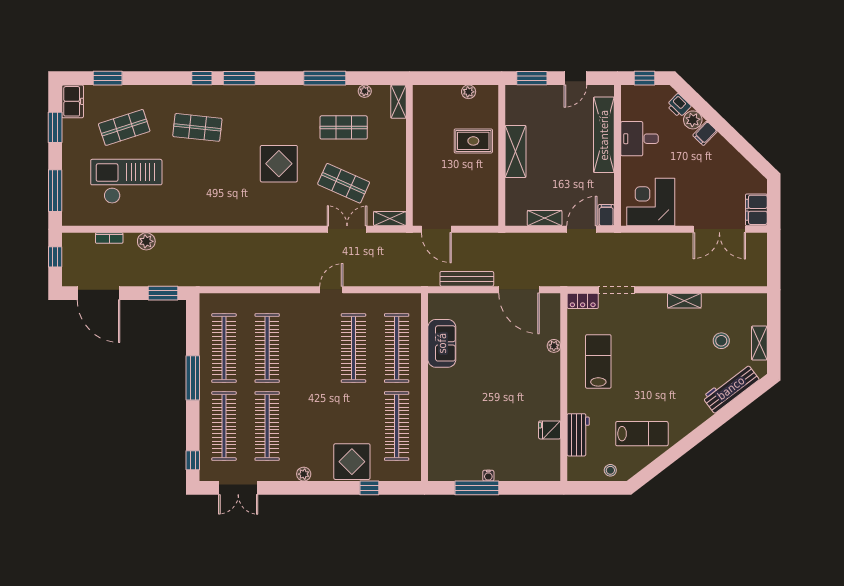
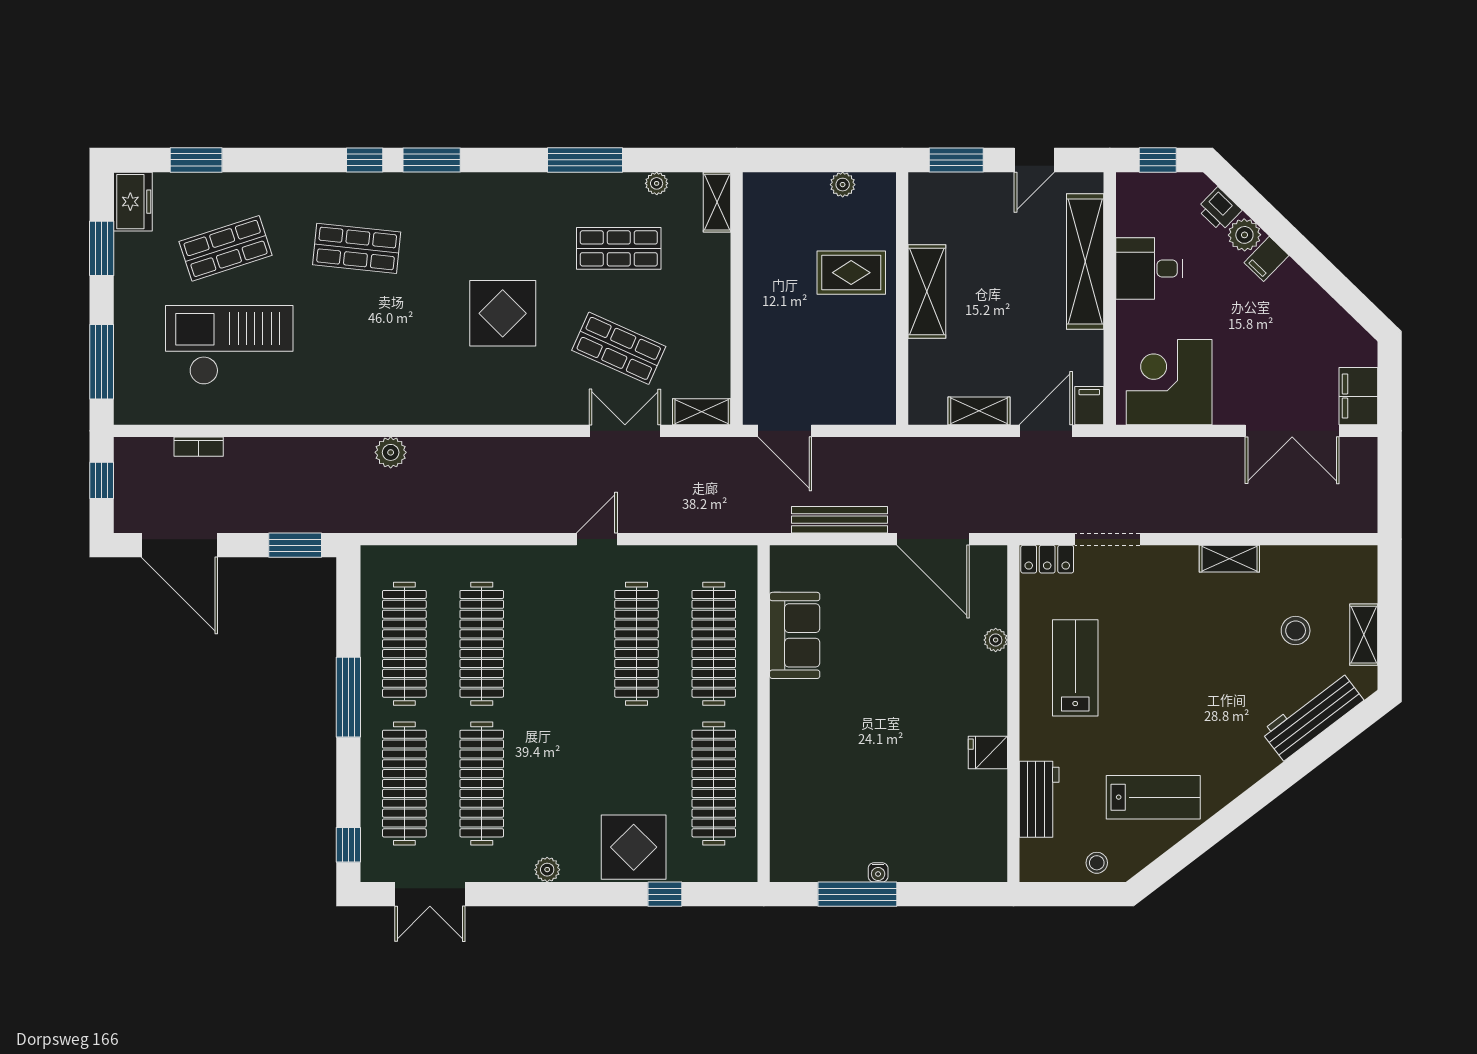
plant: (146, 241) -> (391, 452), moved
fridge: (550, 430) -> (988, 753), moved

